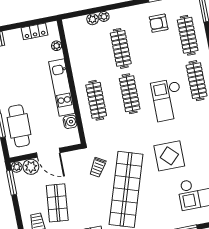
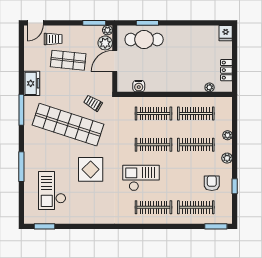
plant: (93, 19) -> (227, 158), moved
clothes rail: (87, 55) -> (196, 113), added
kitchen unit: (62, 87) -> (171, 85), removed

